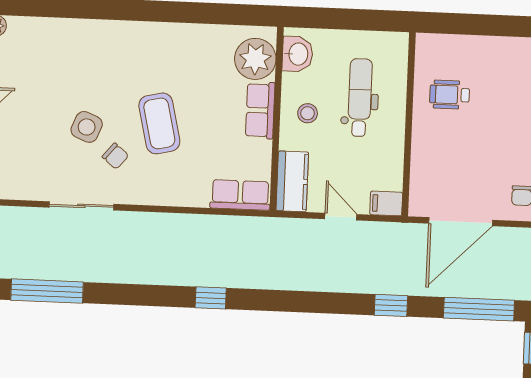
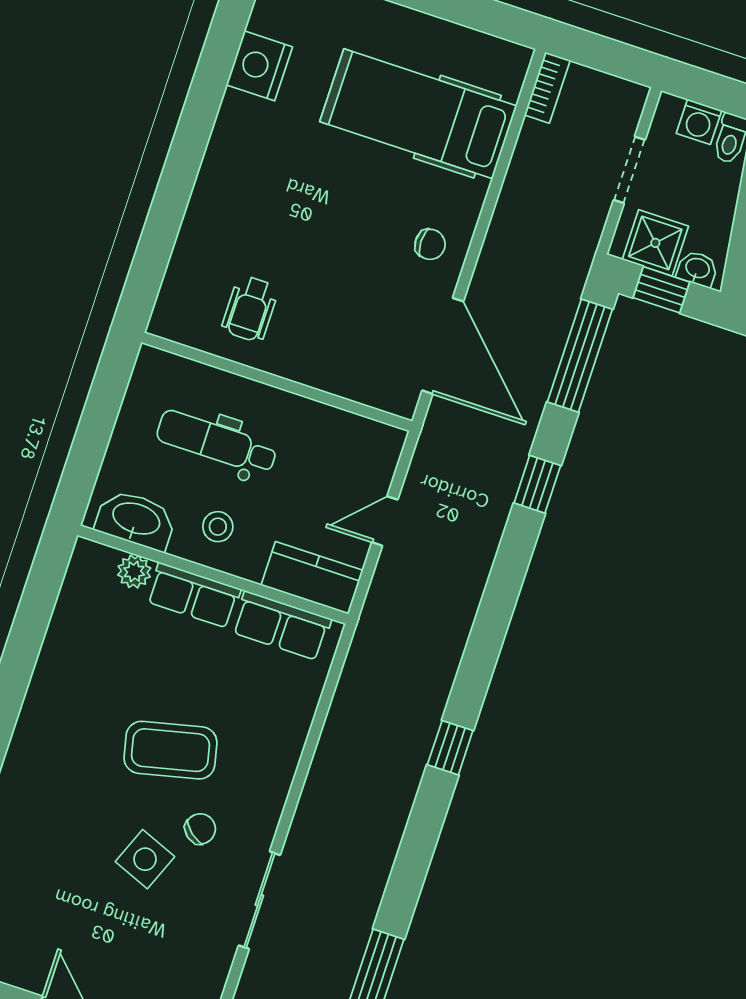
washbasin: (297, 54) -> (136, 520), width x1.38
plant: (255, 59) -> (134, 572), width x0.53, depth x0.53
row of seats: (240, 195) -> (282, 626), moved, turned -90
filing cabinet: (386, 203) -> (384, 448), removed

